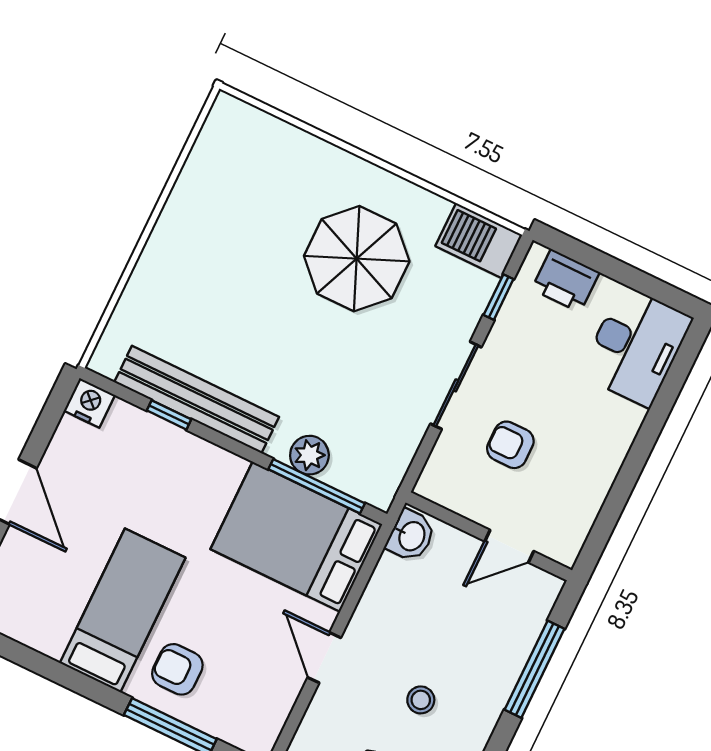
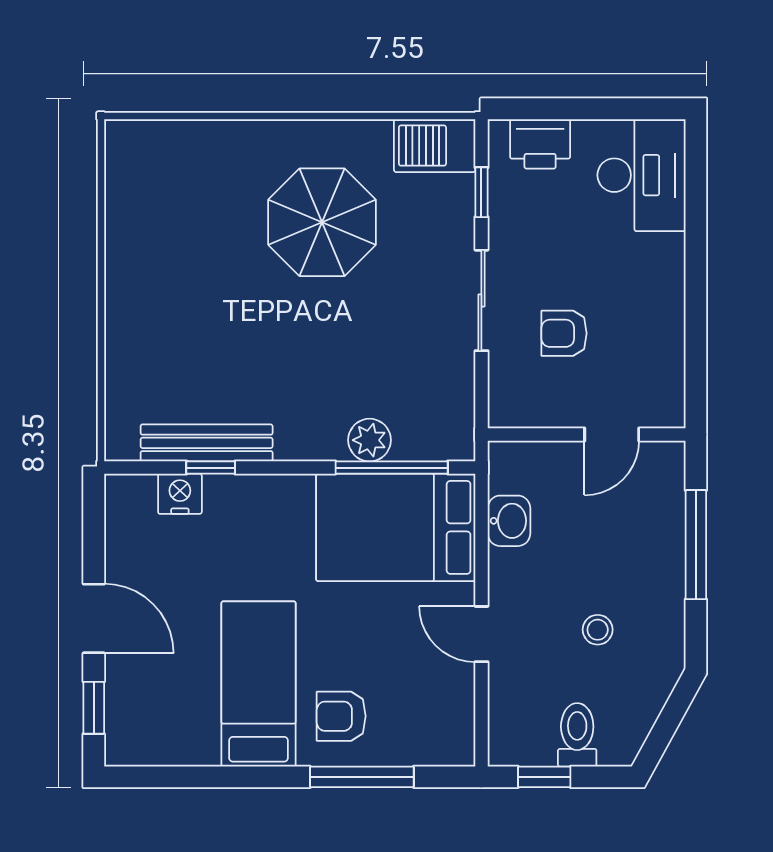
bench: (197, 399) -> (207, 443), width x0.73, depth x0.82
nightstand: (89, 403) -> (180, 494), moved
washbasin: (411, 536) -> (509, 521), moved

